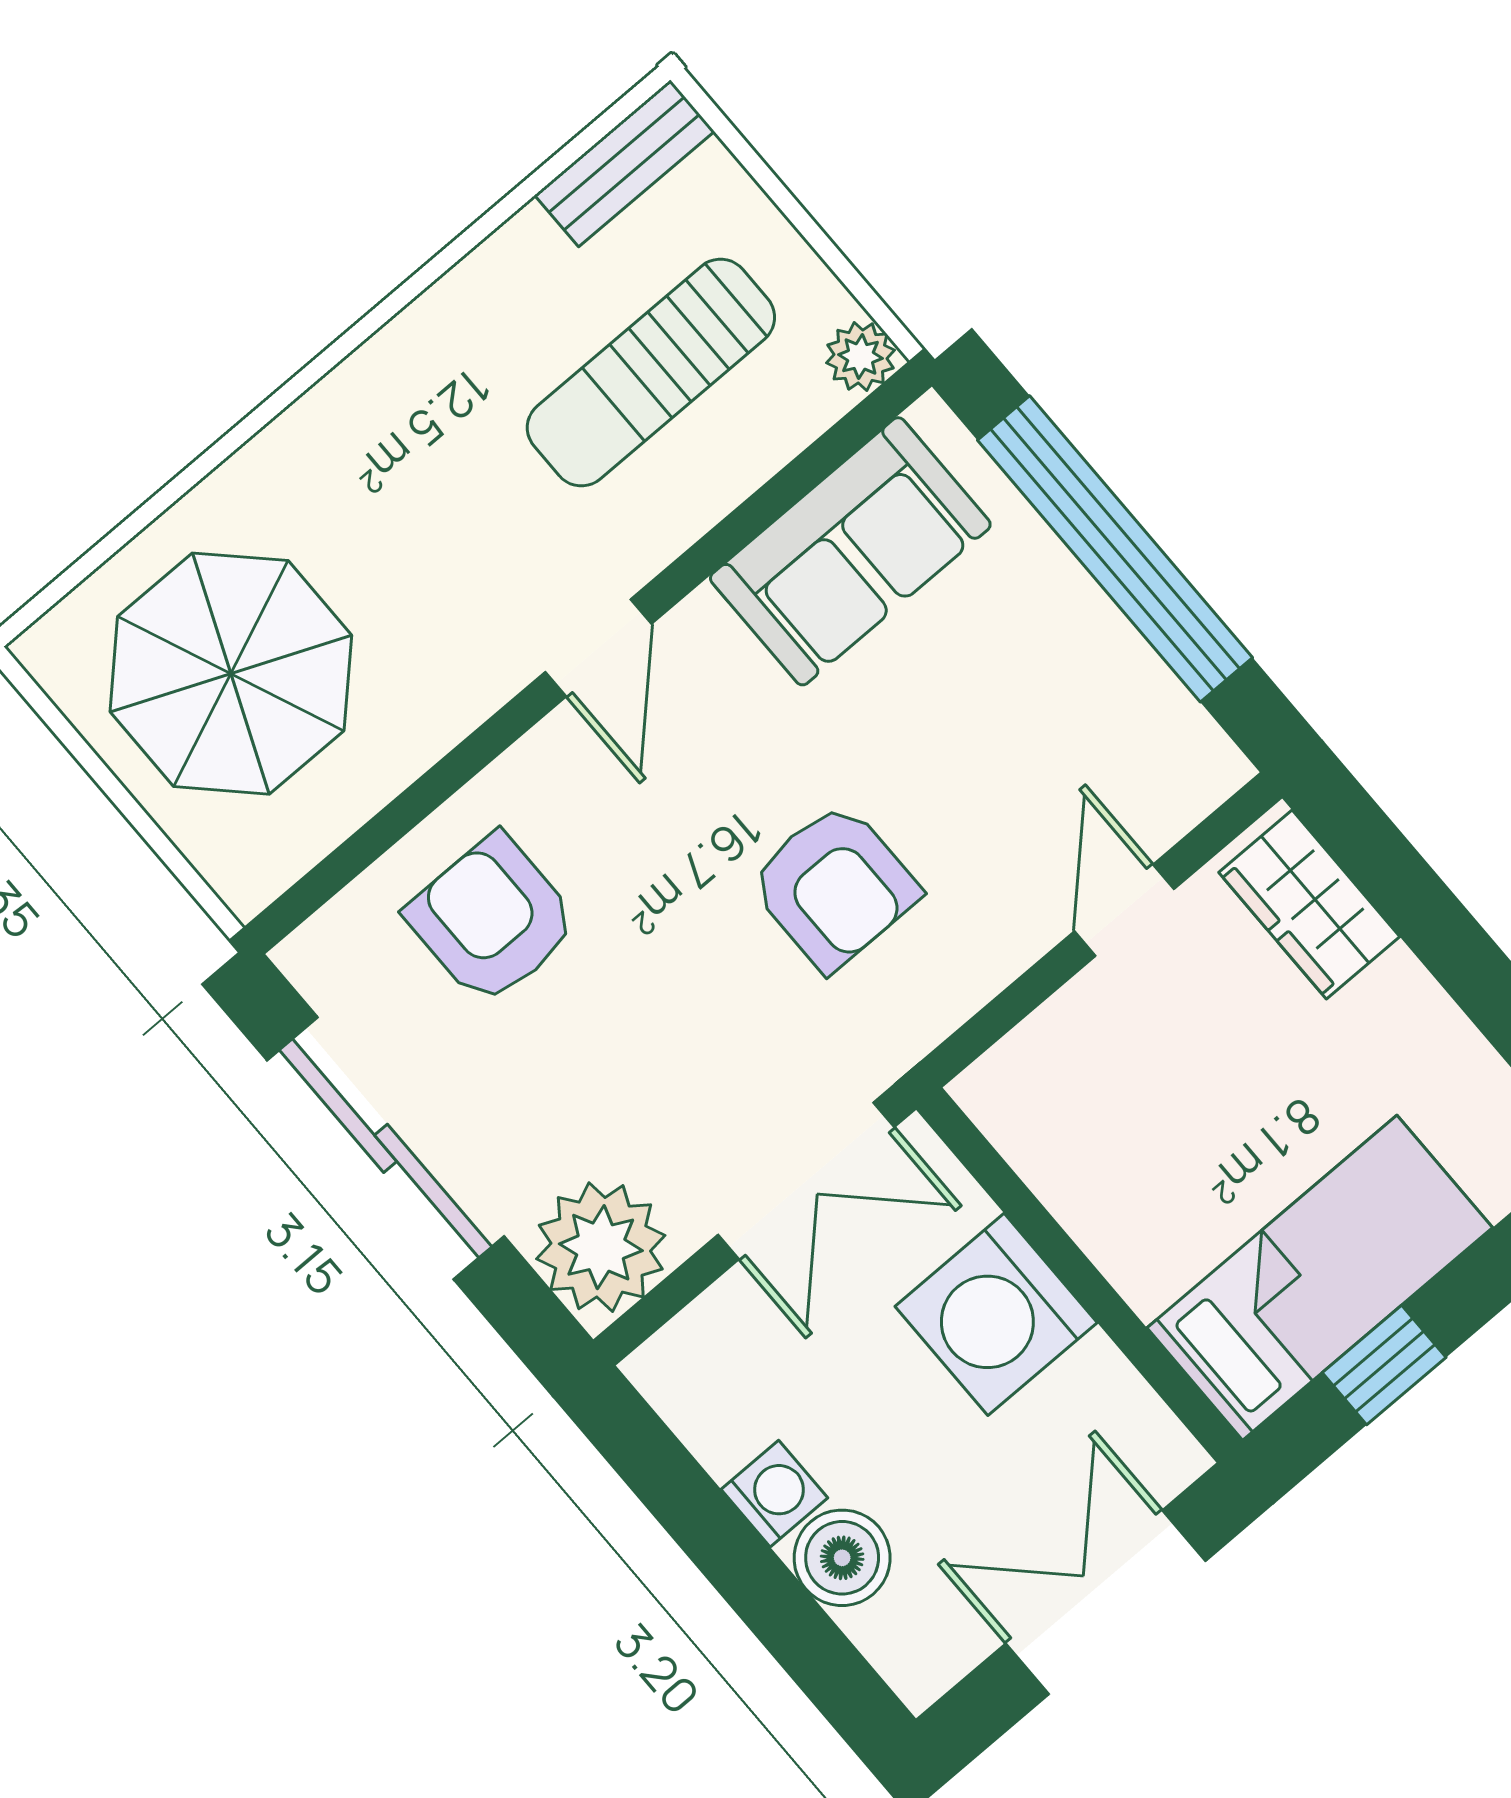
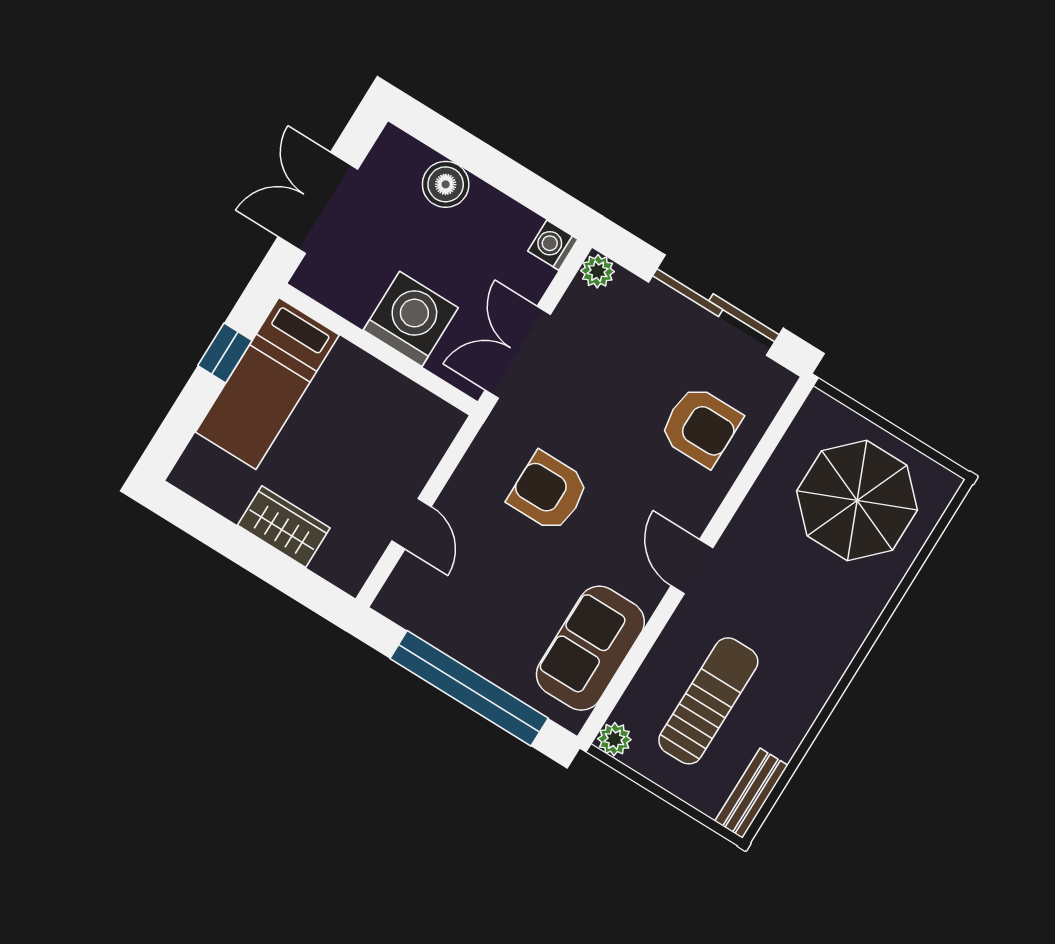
wardrobe: (1309, 904) -> (284, 527), moved
plant: (601, 1247) -> (598, 271), width x0.53, depth x0.53
washing machine: (774, 1494) -> (553, 245), moved, turned 90
double door: (1106, 1602) -> (318, 203), swing flipped

